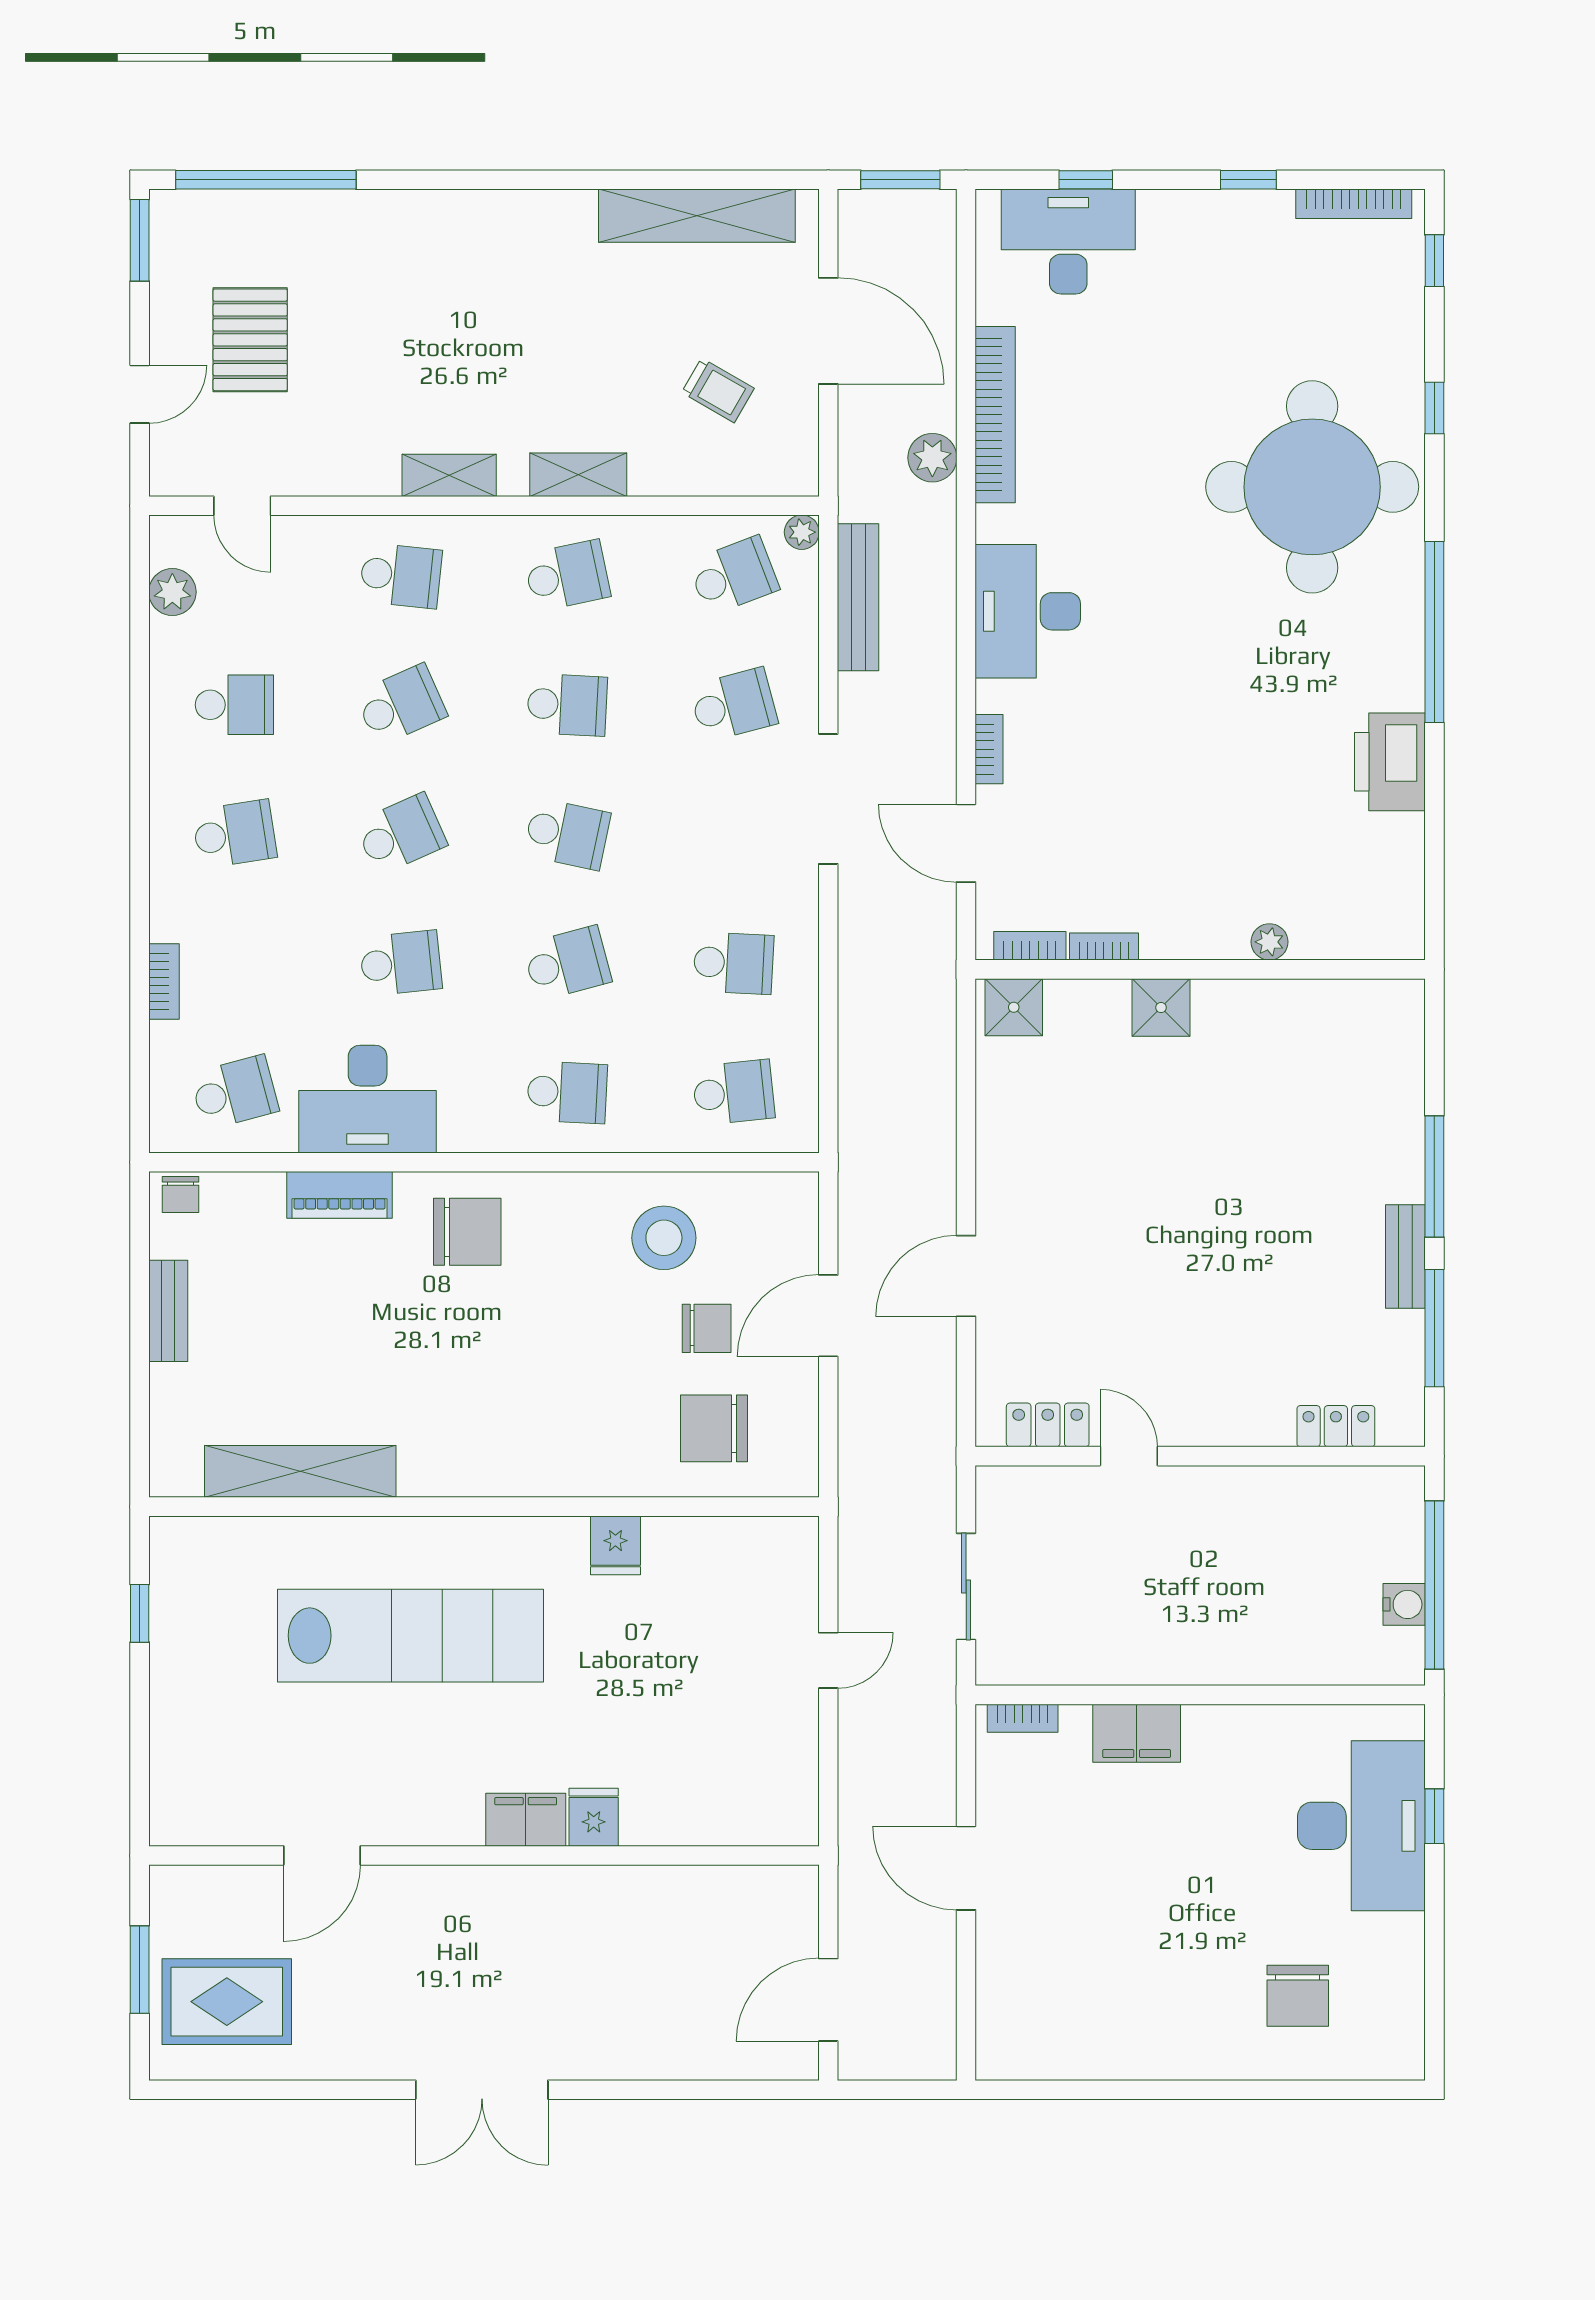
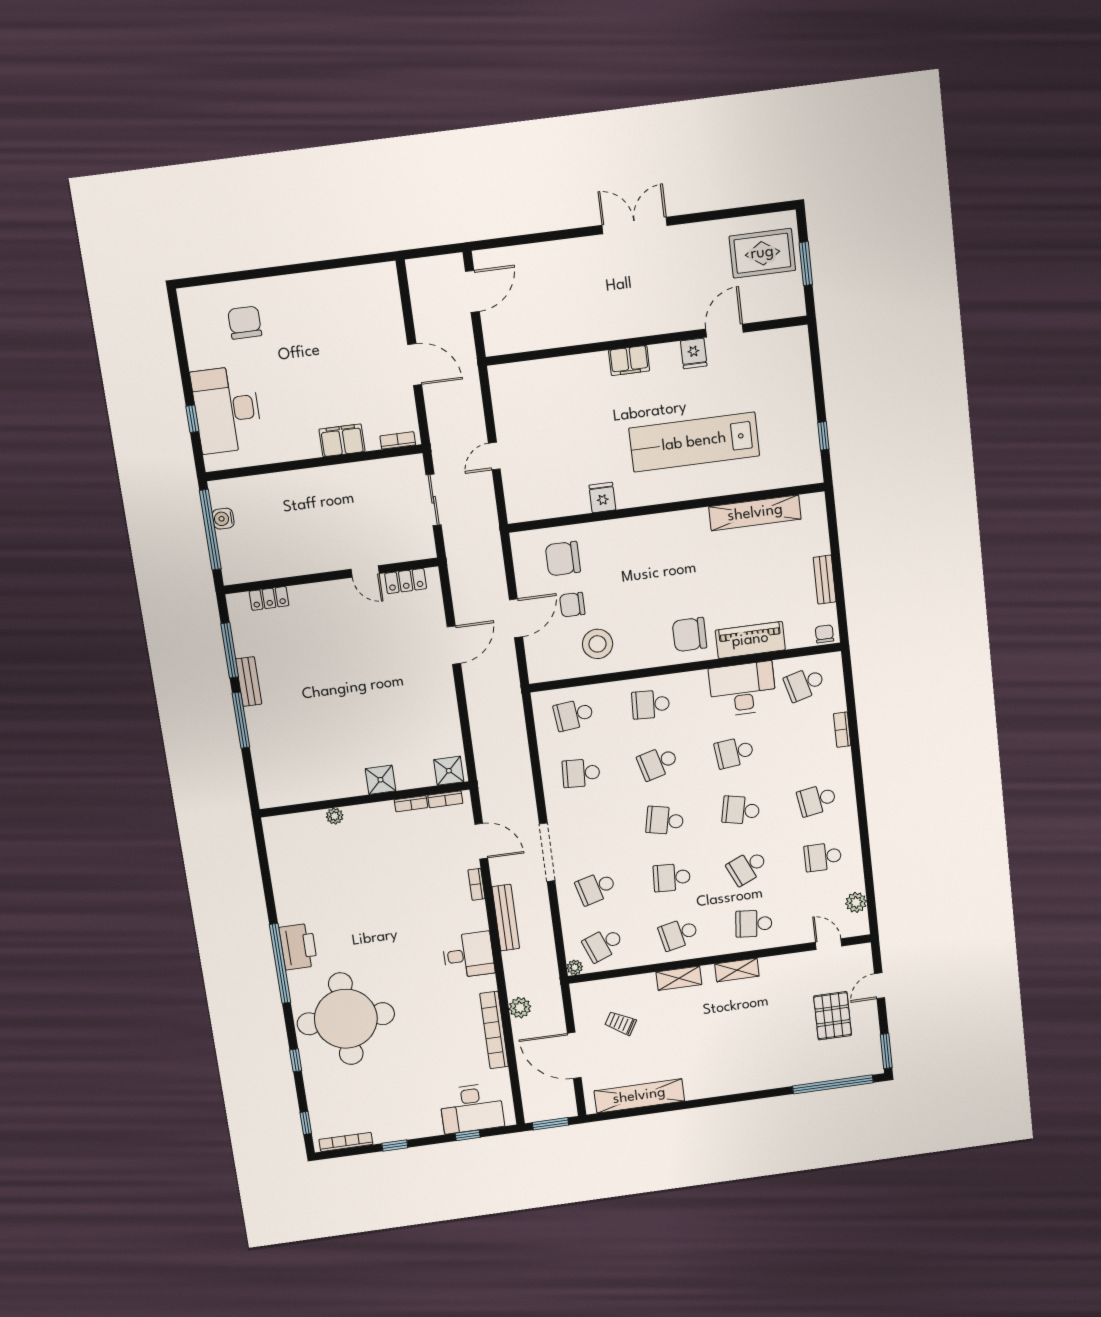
bench: (858, 597) -> (506, 918), moved
desk: (1028, 611) -> (468, 955), width x0.73
printer: (1390, 762) -> (298, 947), moved
school desk: (401, 834) -> (741, 810), turned 36
piano: (340, 1195) -> (750, 640), width x1.37, depth x1.33
chair: (714, 1428) -> (563, 559), turned 180
fridge: (594, 1817) -> (694, 353), moved

